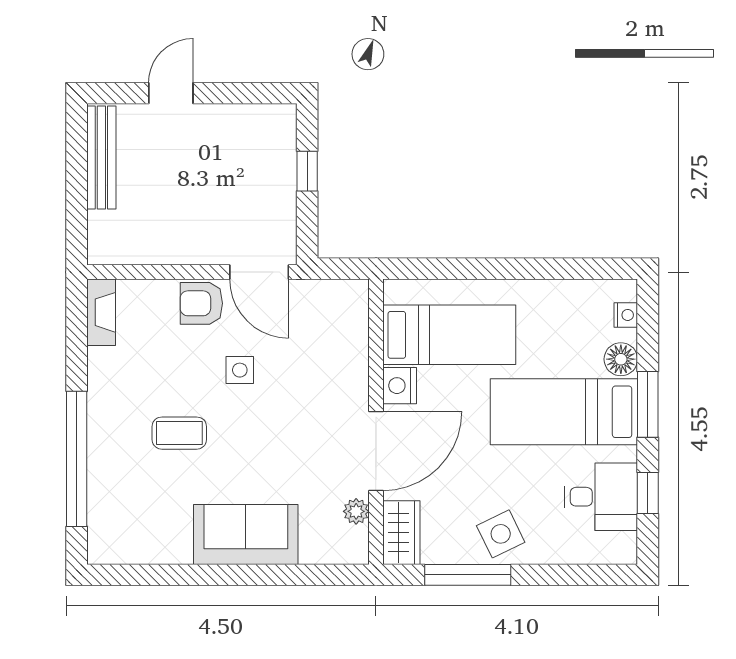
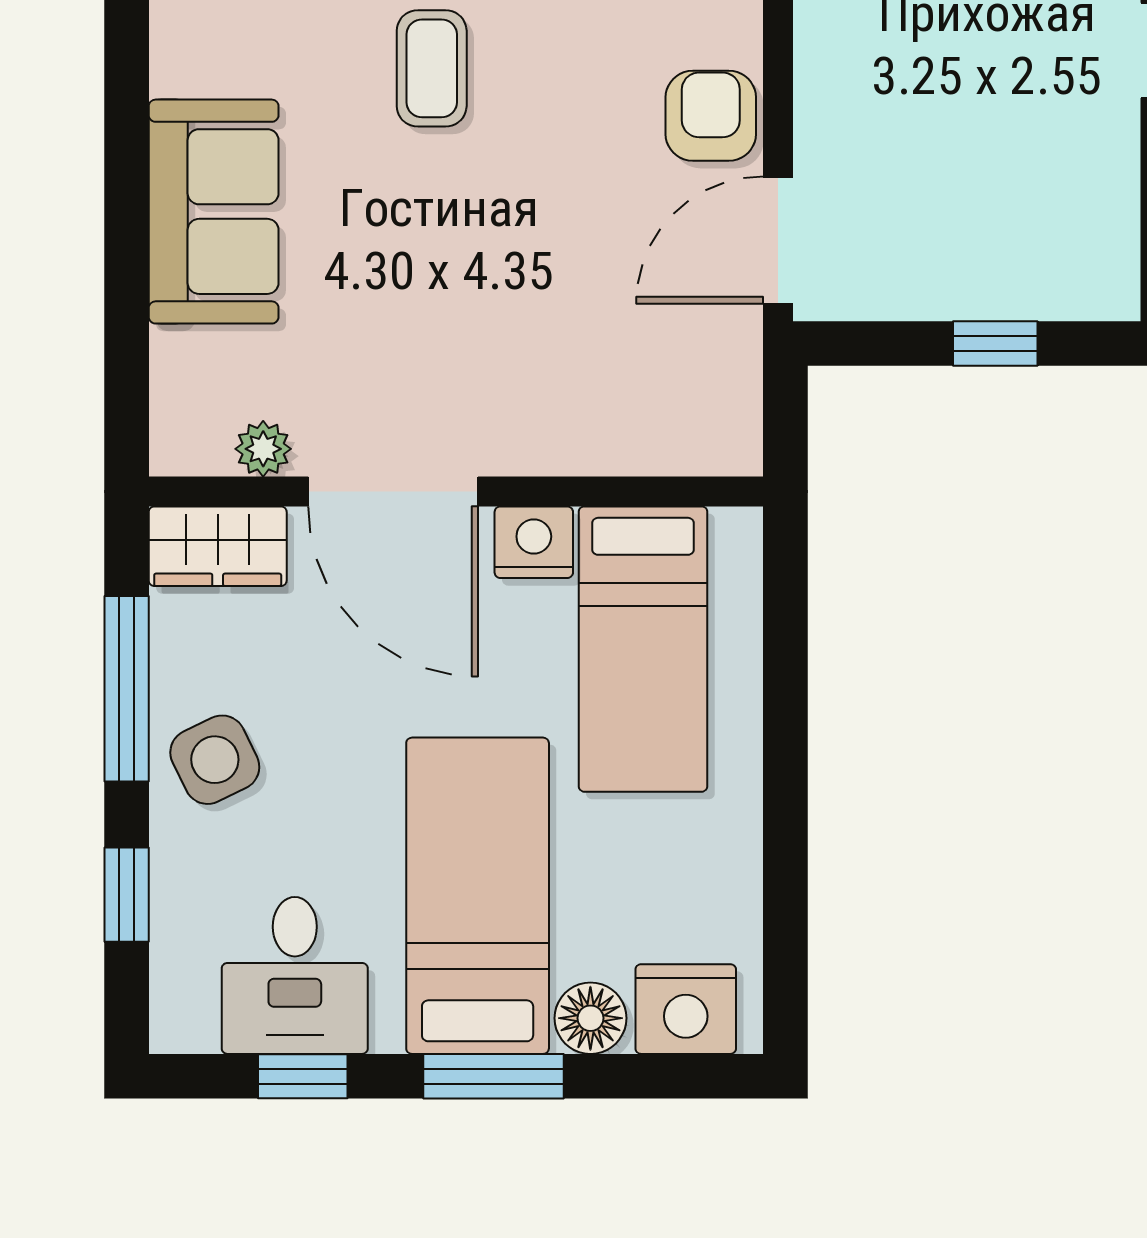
nightstand: (626, 315) -> (686, 1009), width x1.89, depth x1.79
side table: (240, 370) -> (567, 199), removed
window: (563, 575) -> (127, 895), added

